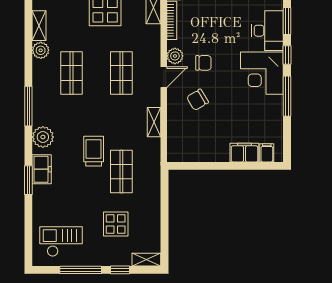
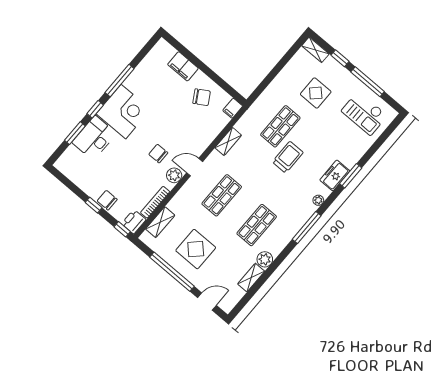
chair: (198, 100) -> (202, 97), moved
plant: (43, 137) -> (318, 200), width x0.53, depth x0.53
trolley: (94, 151) -> (288, 157), turned 180
filing cabinet: (267, 153) -> (233, 108), moved

